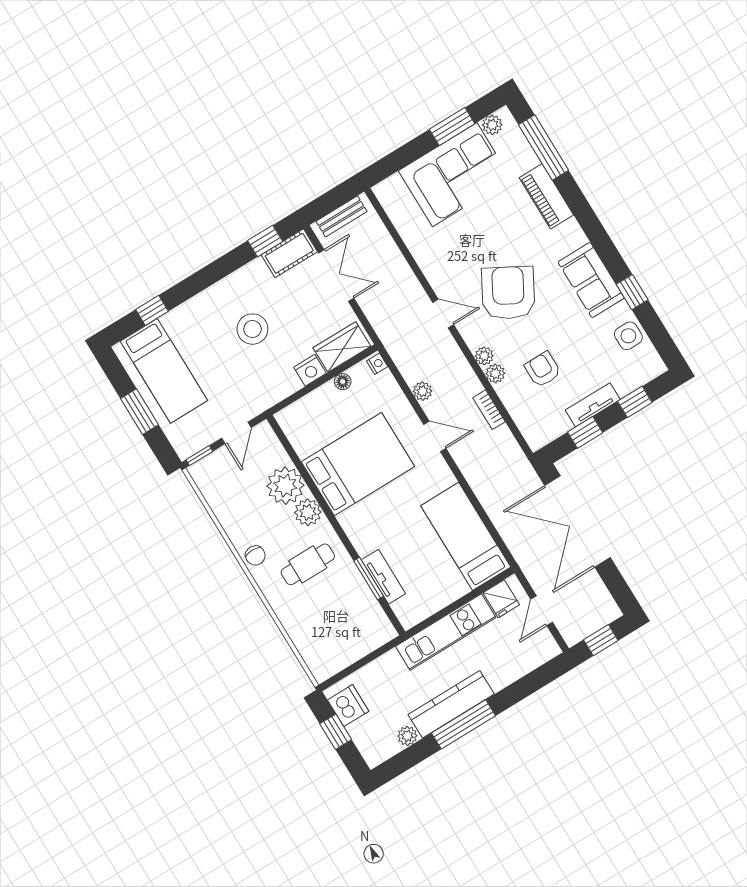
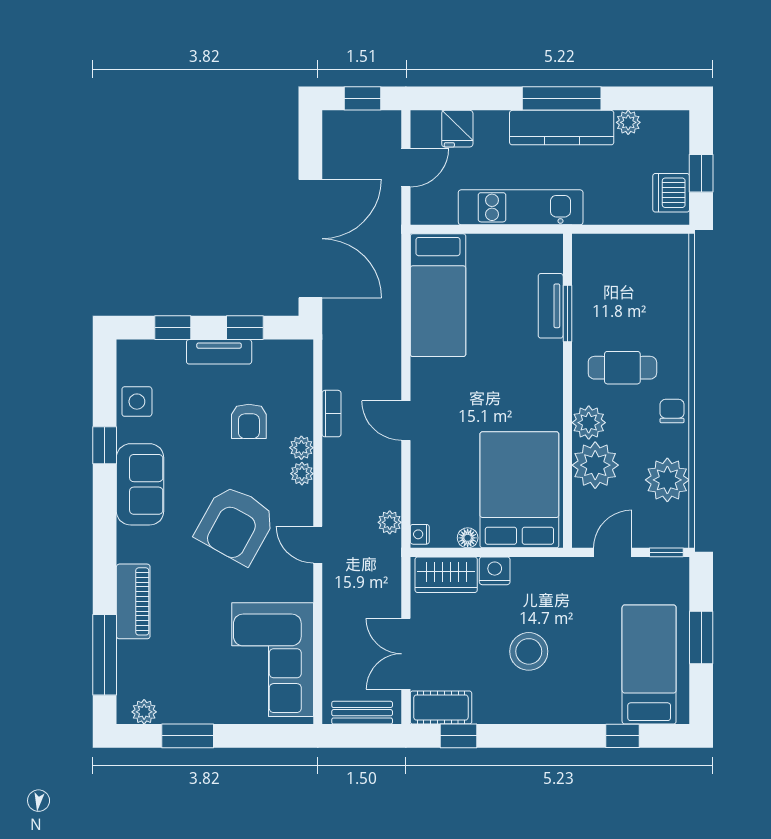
corner sofa: (455, 175) -> (273, 660), moved, turned -90
plant: (423, 391) -> (390, 522), moved
bed: (358, 464) -> (519, 490), moved, turned 90
plant: (229, 506) -> (667, 480), added
fridge: (501, 599) -> (457, 129), moved, turned 180

